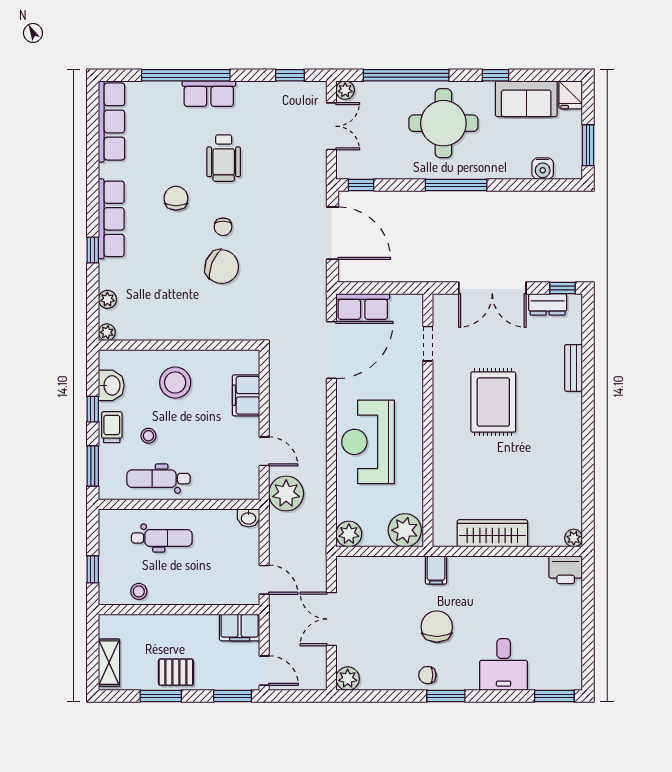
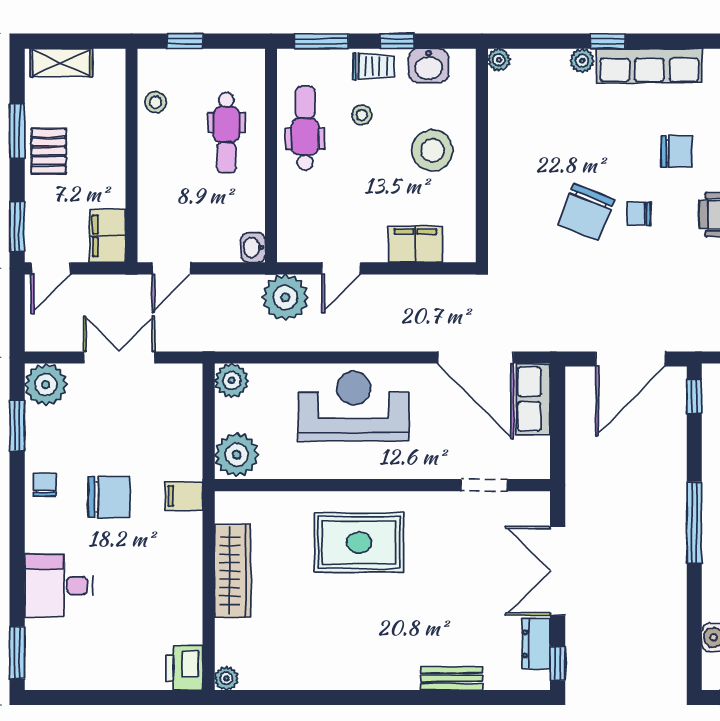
plant: (107, 299) -> (582, 61), moved
rug: (493, 402) -> (359, 542), moved
plant: (348, 679) -> (46, 385), width x1.36, depth x1.36
window: (446, 696) -> (17, 426), moved

